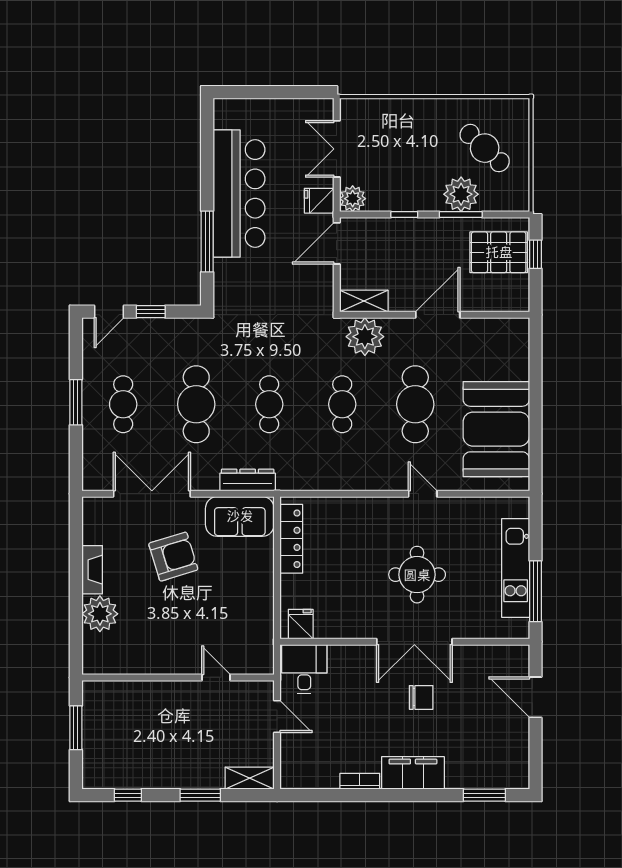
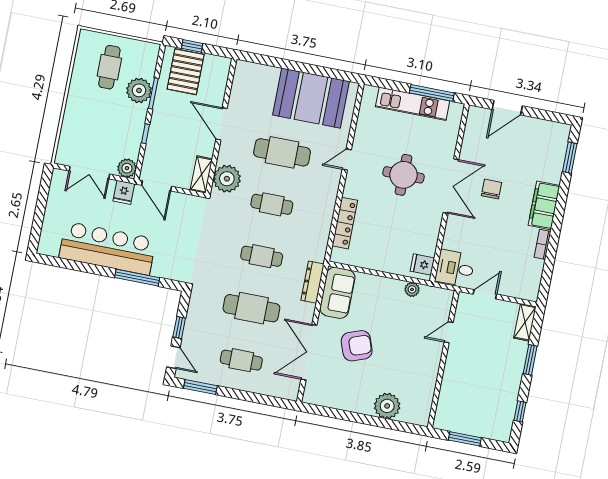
cafe table: (485, 148) -> (109, 67), turned -43
window: (76, 402) -> (200, 387), moved
locker: (291, 539) -> (345, 223), moved, turned 90
armchair: (173, 557) -> (357, 346), turned 87
fireplace: (92, 570) -> (355, 405), removed
plant: (264, 617) -> (412, 289), added

